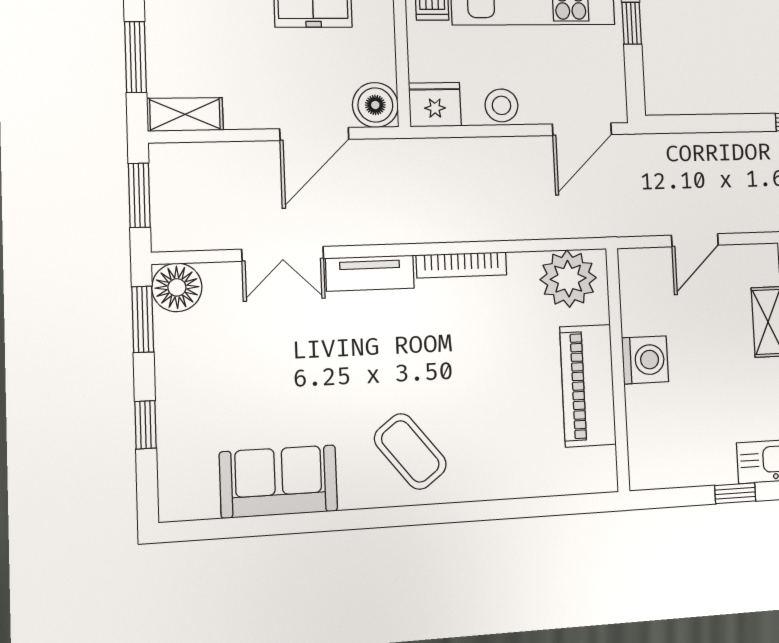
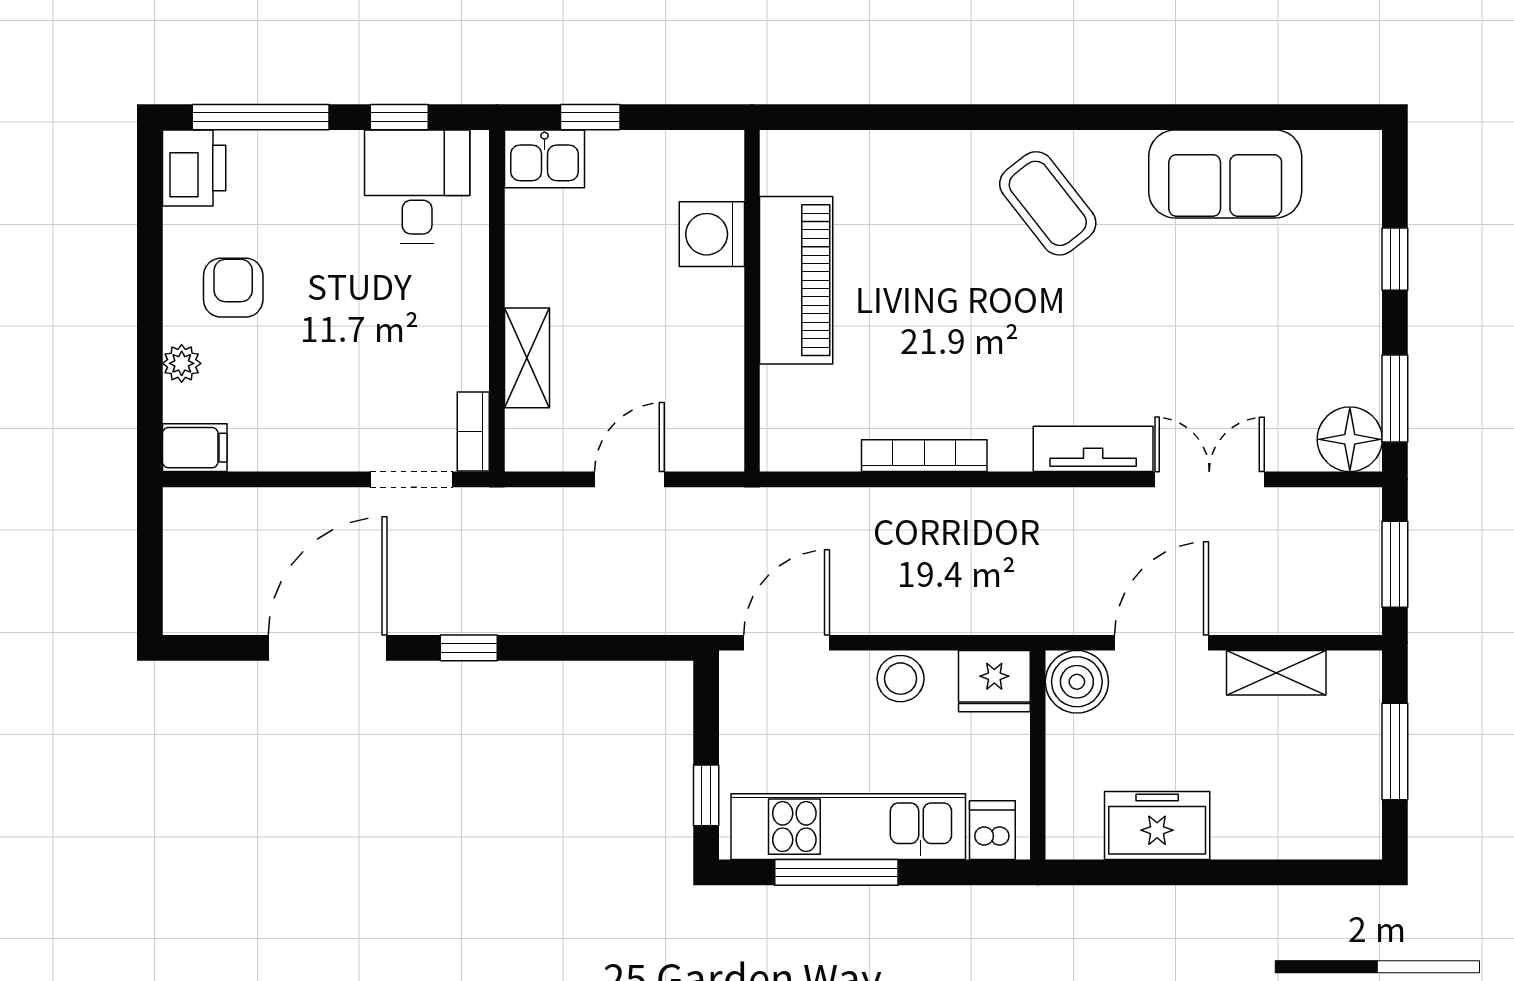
shelving: (185, 114) -> (1276, 673), moved
bookcase: (461, 265) -> (924, 456), moved
plant: (568, 279) -> (817, 431), removed
washing machine: (645, 360) -> (712, 234), moved

